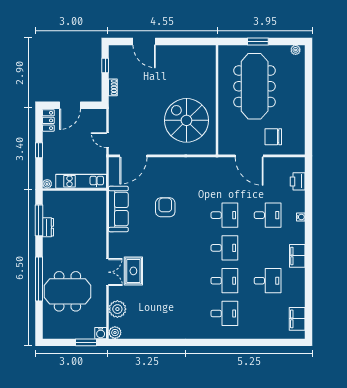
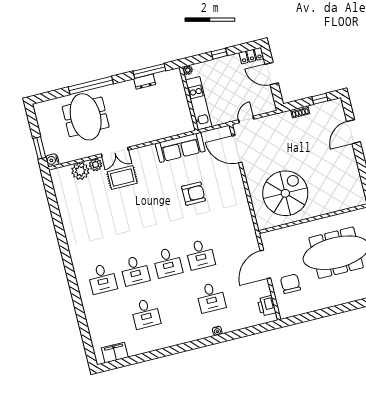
printer: (298, 181) -> (267, 306), moved, turned -90
filing cabinet: (297, 256) -> (178, 337), removed
plant: (115, 333) -> (96, 165), moved

